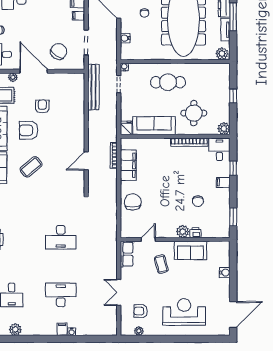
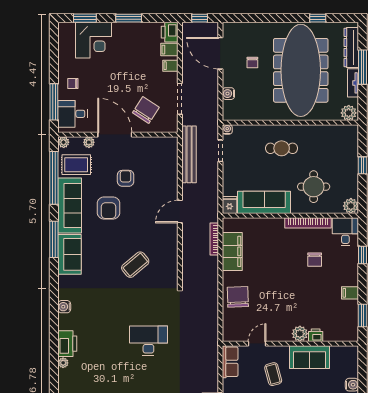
cafe table: (168, 82) -> (282, 148), width x0.73, depth x0.74
armchair: (29, 130) -> (108, 208), turned -90
door: (86, 161) -> (180, 212), moved
coffee table: (31, 167) -> (135, 265), moved
filing cabinet: (223, 182) -> (350, 293), moved
chair: (198, 201) -> (315, 260), moved
desk: (61, 237) -> (148, 341), turned 180

